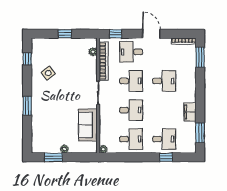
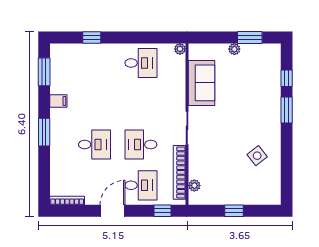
door: (151, 34) -> (112, 211), swing flipped
window: (200, 57) -> (44, 132), moved
window: (27, 59) -> (287, 78), moved
desk: (164, 81) -> (95, 145), turned 180
desk: (131, 110) -> (141, 104), removed
filing cabinet: (190, 112) -> (58, 101), width x0.50
desk: (131, 139) -> (141, 63), turned 180
desk: (164, 139) -> (95, 63), removed

